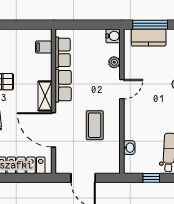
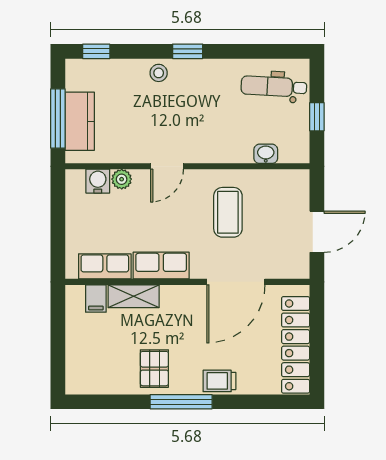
water cooler: (113, 36) -> (98, 181), moved
door: (122, 89) -> (167, 166), swing flipped
shelving: (45, 96) -> (134, 296), moved
coffee table: (95, 125) -> (228, 212), turned 90

